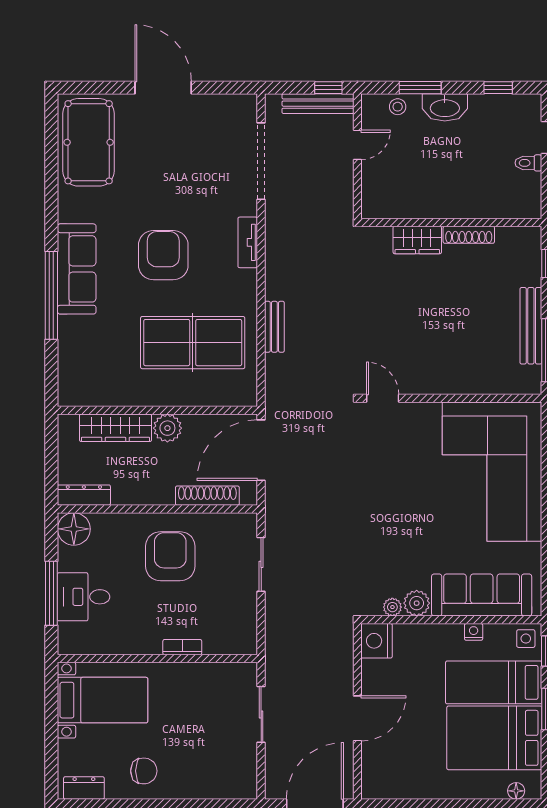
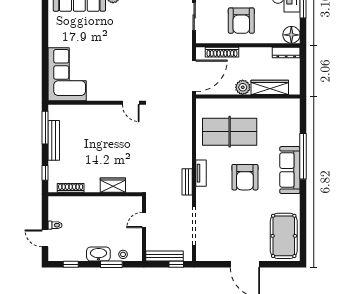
window: (328, 88) -> (176, 264), moved
door: (357, 145) -> (144, 220), moved
shoe rack: (469, 235) -> (71, 188), moved
tv unit: (248, 242) -> (201, 173), moved
bench: (274, 327) -> (187, 182), moved
corner sofa: (492, 472) -> (67, 74), width x0.73, depth x0.74

